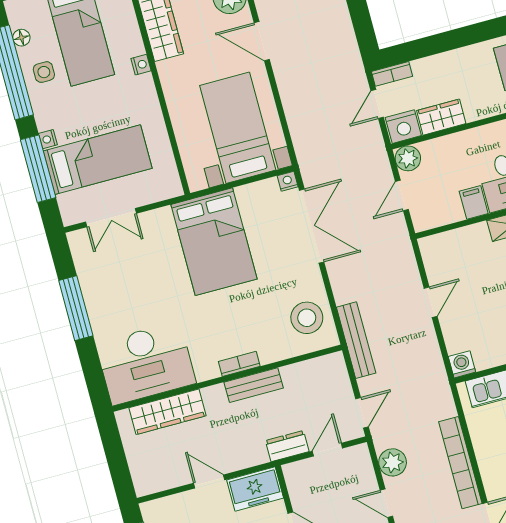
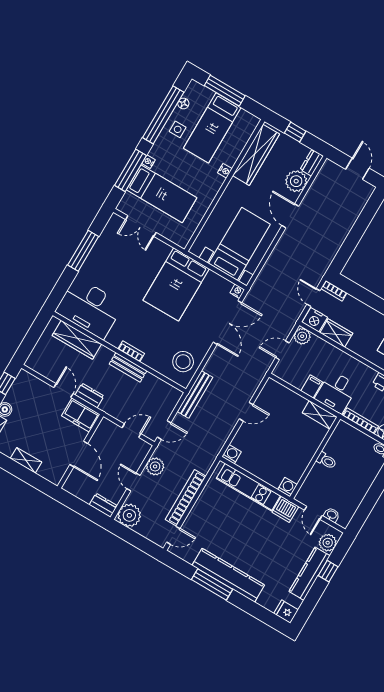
door: (377, 104) -> (313, 297), hinge flipped
dresser: (287, 446) -> (89, 395), moved

